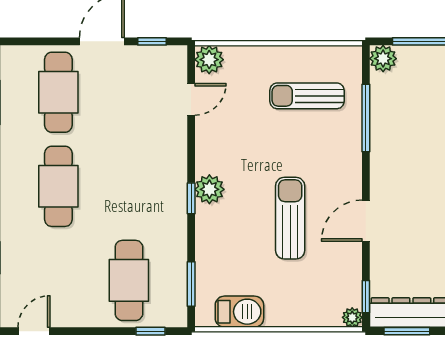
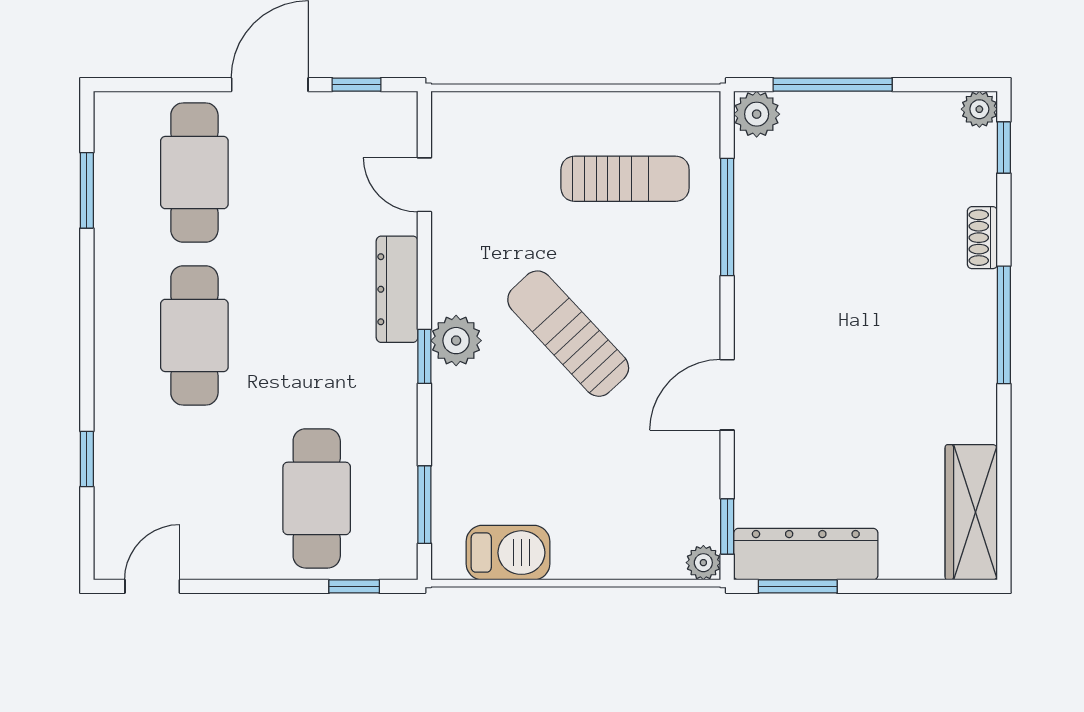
plant: (209, 60) -> (456, 116), removed
sun lounger: (307, 96) -> (625, 179), turned 180
door: (191, 99) -> (424, 185), swing flipped
dresser: (175, 160) -> (397, 289), added
sun lounger: (290, 218) -> (568, 334), moved, turned -43

